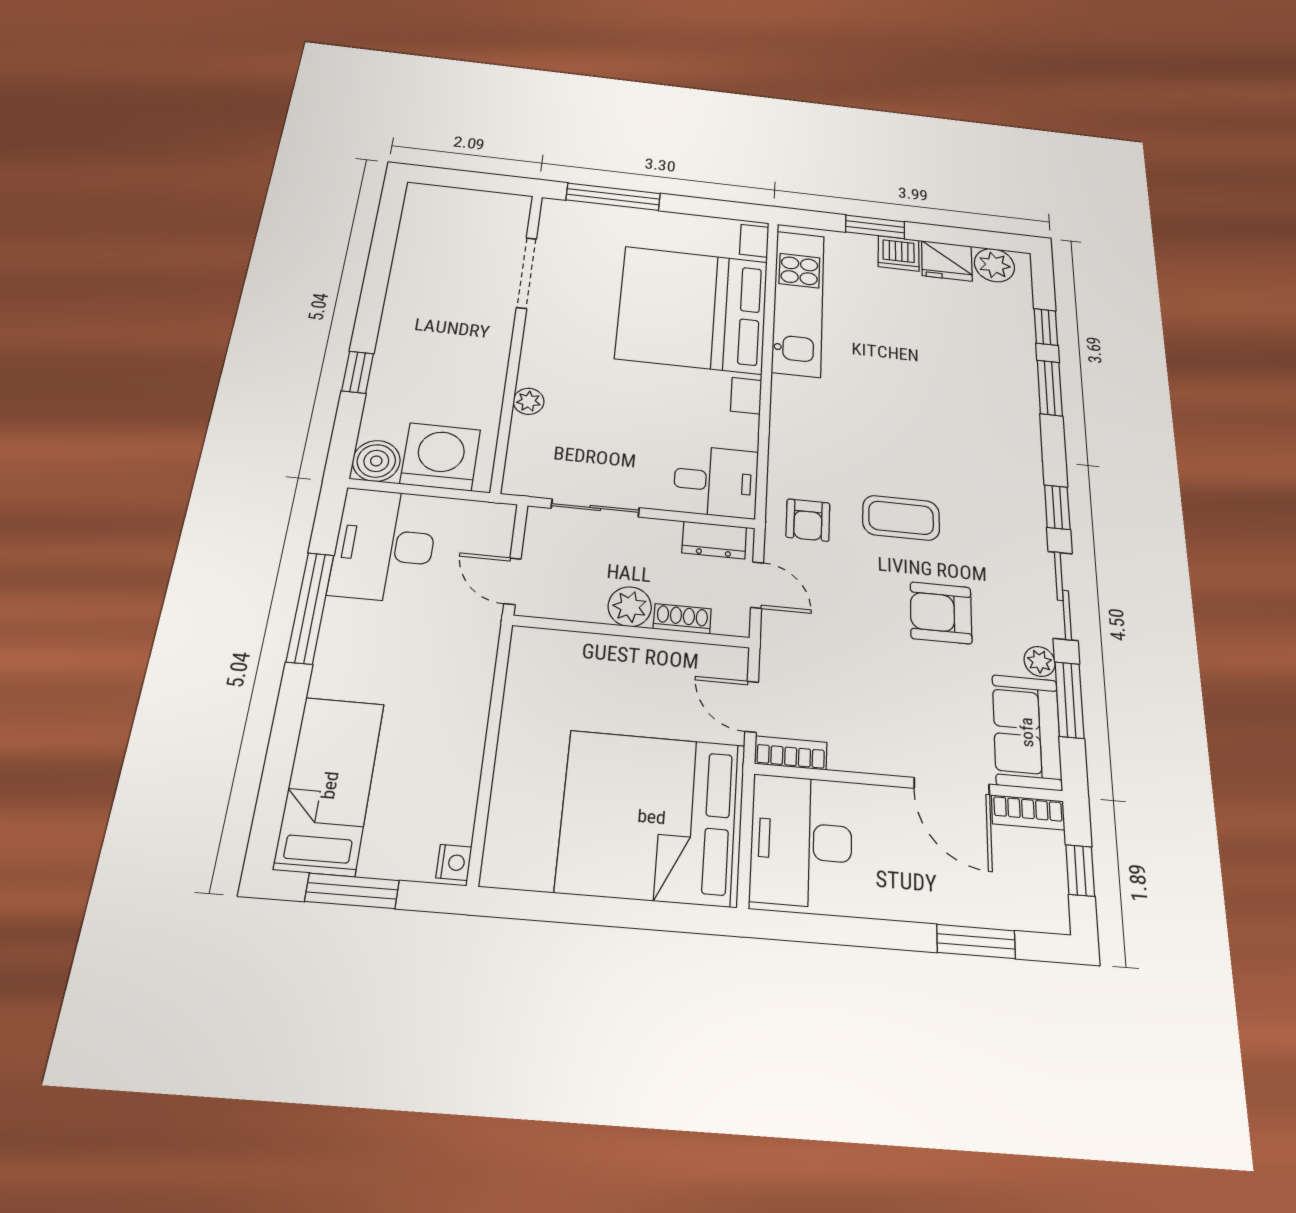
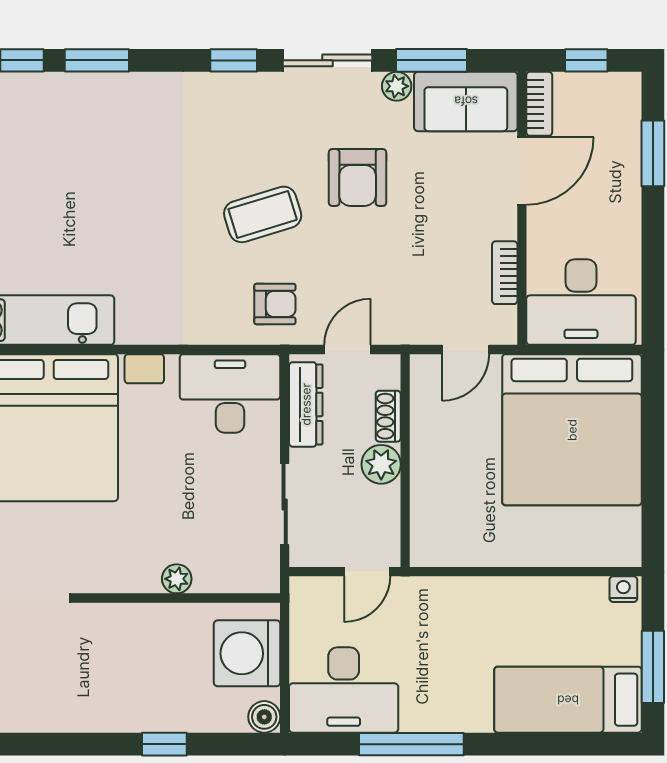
boiler: (376, 461) -> (264, 717), width x0.73, depth x0.73
desk: (716, 481) -> (230, 393), width x1.37
coffee table: (901, 518) -> (263, 214), turned 73
dresser: (714, 540) -> (306, 404), width x1.44
bookcase: (791, 753) -> (505, 273), moved

